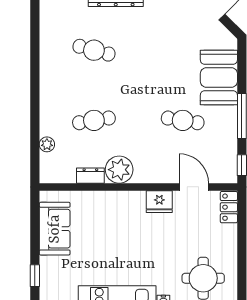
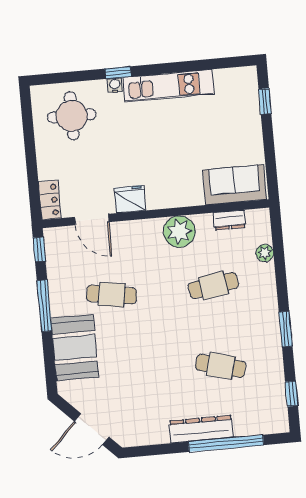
window: (35, 21) -> (292, 394), added
window: (35, 77) -> (286, 329), added
dresser: (90, 176) -> (230, 220), moved
sofa: (55, 229) -> (235, 185), moved, turned 90

